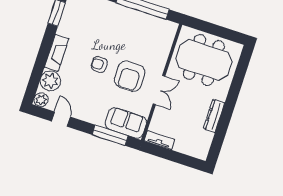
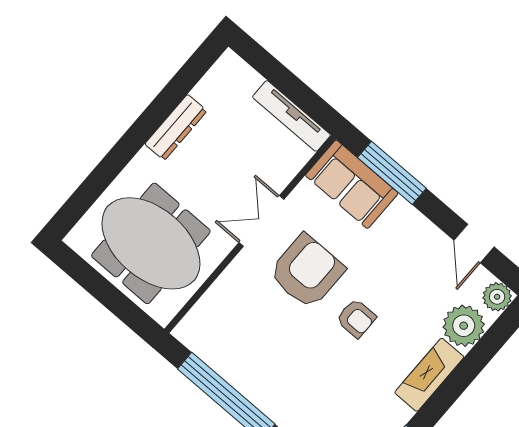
tv unit: (159, 140) -> (291, 116), width x1.41

